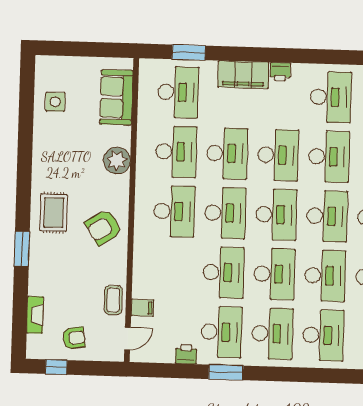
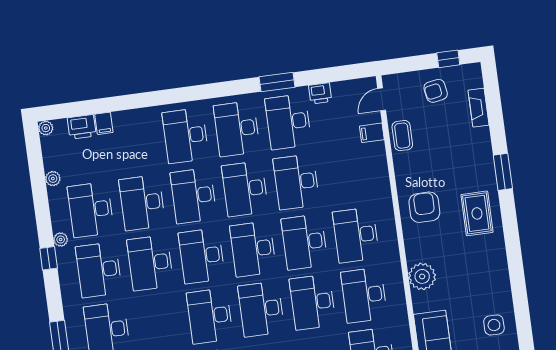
armchair: (104, 227) -> (424, 207), turned -58

